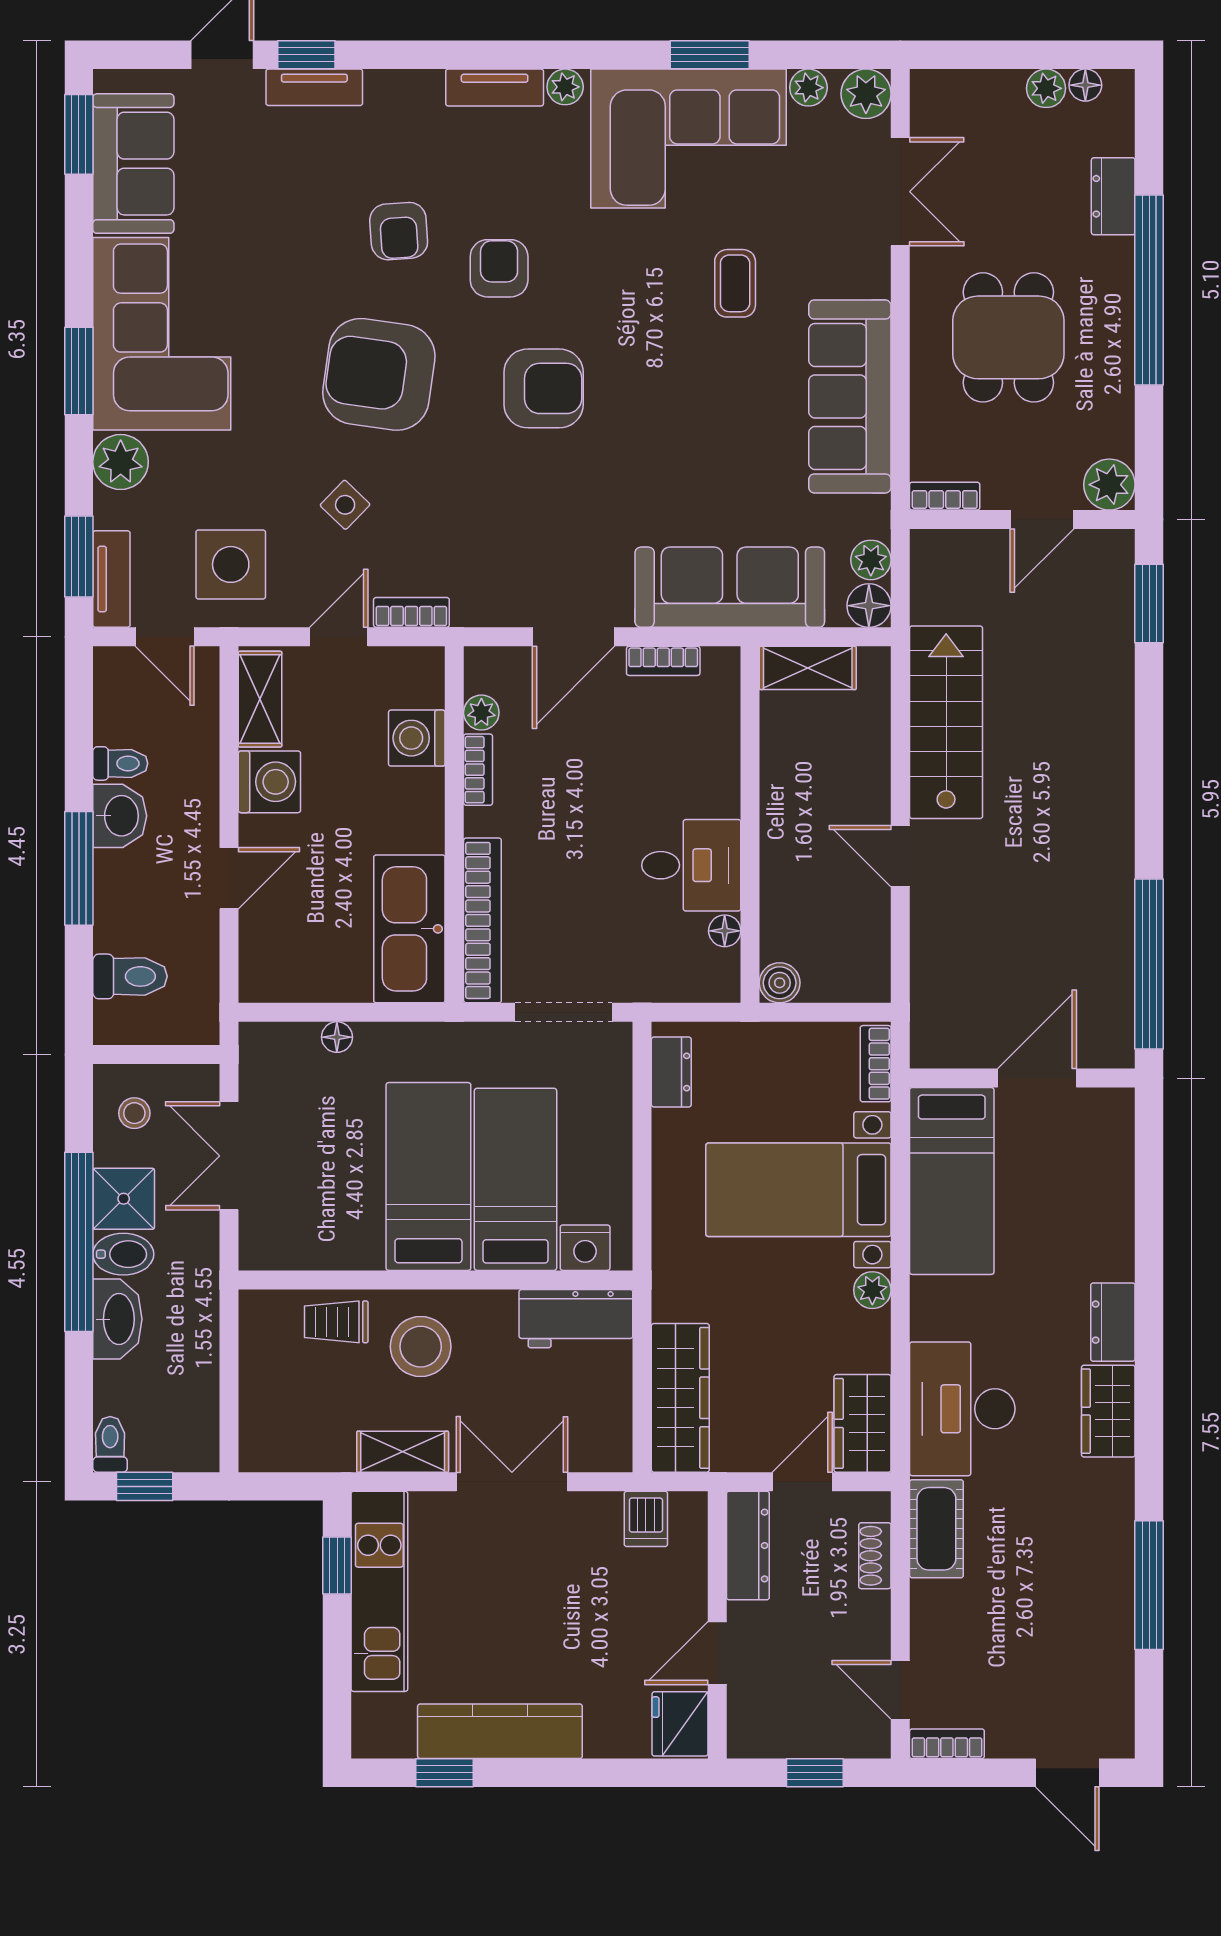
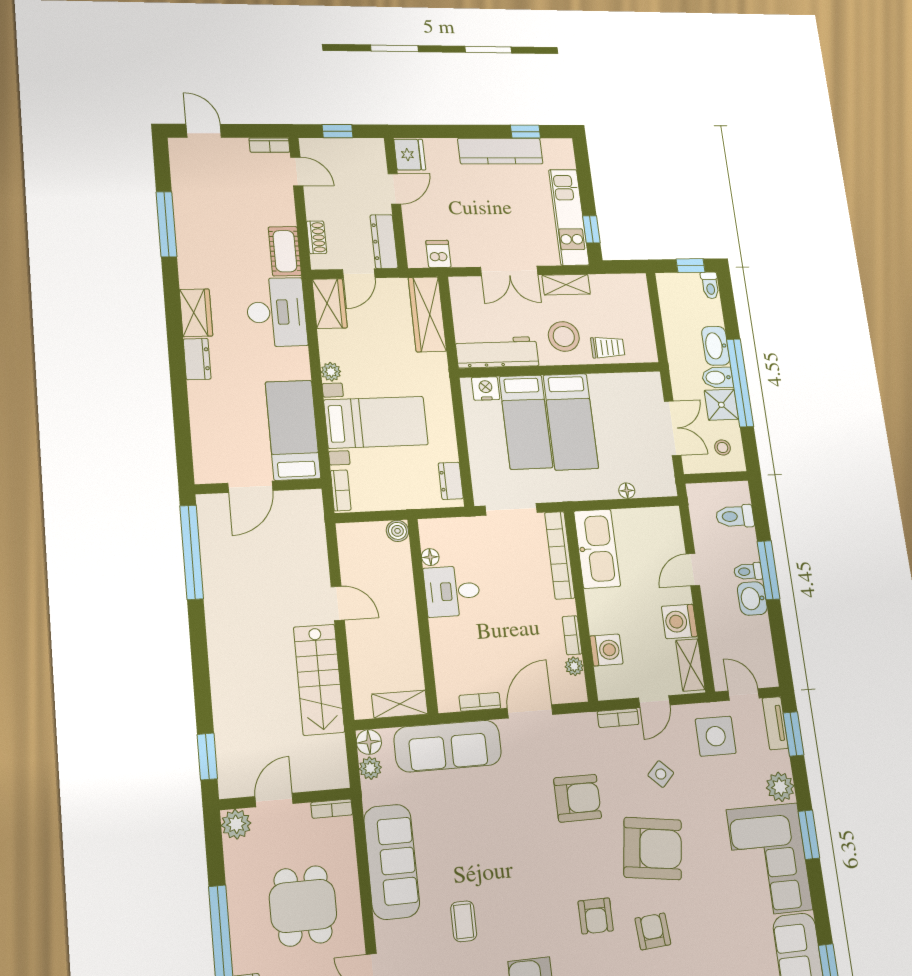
armchair: (544, 388) -> (578, 798), moved, turned 180
toilet: (120, 763) -> (748, 571), moved
workbench: (576, 1319) -> (497, 352), width x1.38

